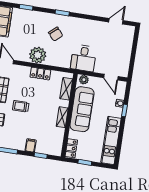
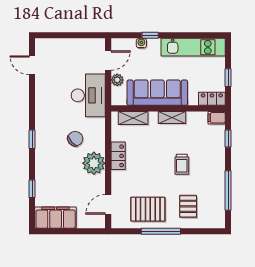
chair: (56, 34) -> (75, 139), moved
desk: (83, 58) -> (88, 95), width x1.37
plant: (84, 80) -> (117, 80), moved
trolley: (21, 106) -> (182, 164), moved
filing cabinet: (31, 145) -> (217, 118), moved

